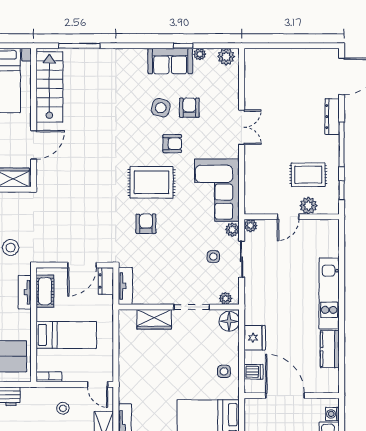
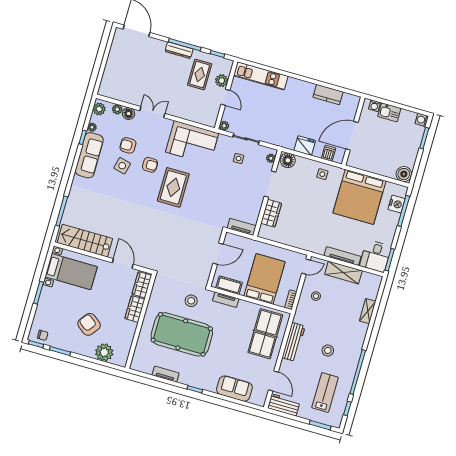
sofa: (170, 61) -> (89, 155), width x1.36
floor lamp: (231, 97) -> (129, 114), added
dresser: (332, 117) -> (179, 50), moved
armchair: (172, 144) -> (150, 165), turned 90
armchair: (146, 224) -> (202, 200), removed
plant: (232, 230) -> (117, 109), moved
door: (82, 265) -> (218, 254), hinge flipped
dresser: (106, 281) -> (234, 240), removed
kitchen unit: (329, 294) -> (261, 76), moved
bed: (66, 335) -> (265, 279), width x1.50

